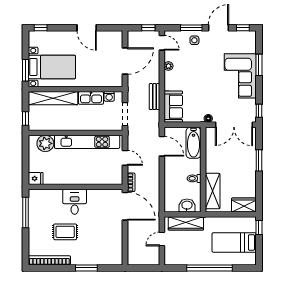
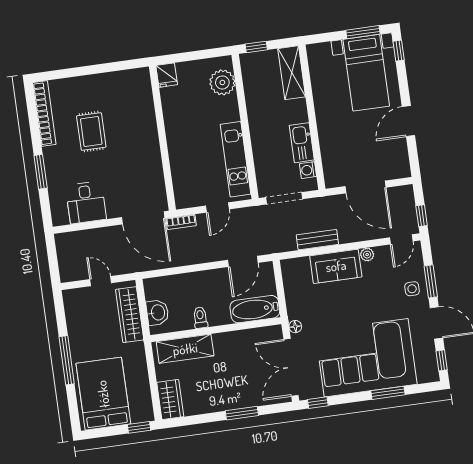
bed with nightstands: (52, 67) -> (366, 73), moved
window: (26, 70) -> (363, 32), moved
corner sofa: (240, 76) -> (366, 358), width x1.36, depth x1.36
shelving: (53, 98) -> (292, 73), width x0.68
sofa: (173, 107) -> (336, 266), moved
kitchen unit: (87, 142) -> (236, 159), width x0.73
desk: (75, 202) -> (86, 202), moved, turned 90
door: (125, 206) -> (143, 218), hinge flipped
window: (26, 212) -> (113, 67), removed
bed: (234, 242) -> (103, 394), width x1.50
window: (210, 268) -> (67, 360), width x0.68

